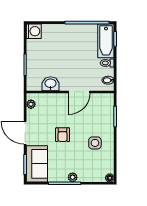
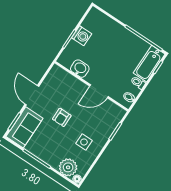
washing machine: (34, 31) -> (82, 36), moved
plant: (31, 104) -> (52, 75), removed
plant: (73, 177) -> (68, 167), moved, width x1.88, depth x1.88

